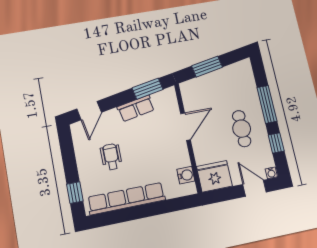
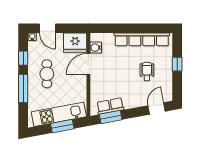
kitchen unit: (215, 80) -> (59, 114), added
row of seats: (136, 108) -> (110, 106), moved
door: (186, 127) -> (88, 64), moved
wheelchair: (111, 157) -> (147, 71), turned 180
window: (75, 193) -> (177, 64), moved

